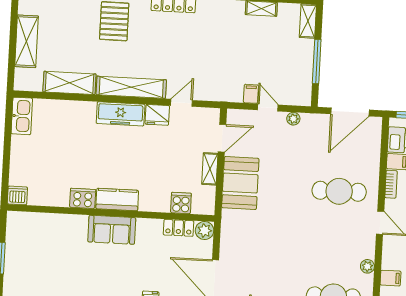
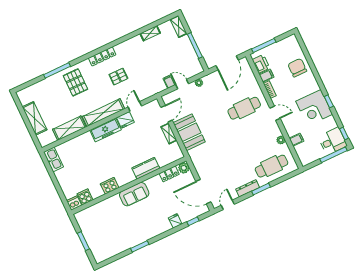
pallet: (181, 46) -> (118, 77), added
kitchen counter: (117, 200) -> (146, 168), moved
cooker: (181, 203) -> (85, 197), moved

